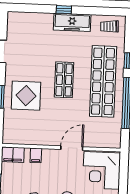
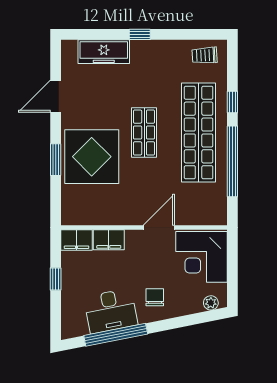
freezer: (72, 22) -> (104, 52), moved
display table: (26, 96) -> (92, 157), width x1.36, depth x1.36
filing cabinet: (36, 155) -> (109, 240), width x2.00

